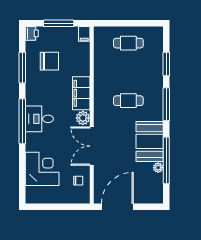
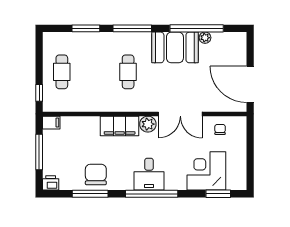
window: (110, 23) -> (39, 93), added
chair: (49, 61) -> (96, 174), moved
window: (22, 179) -> (218, 194), added

